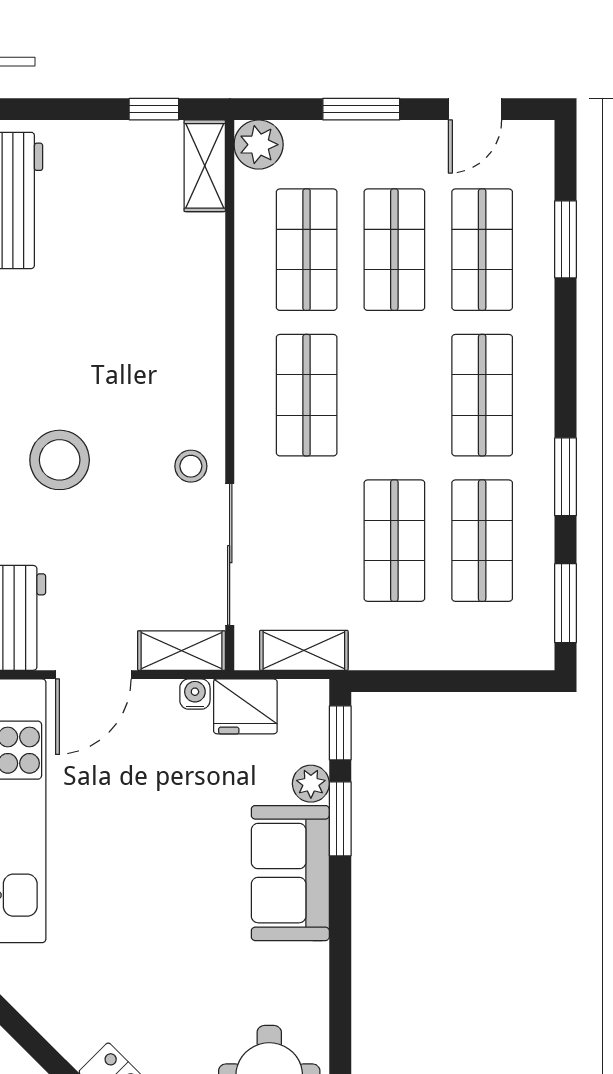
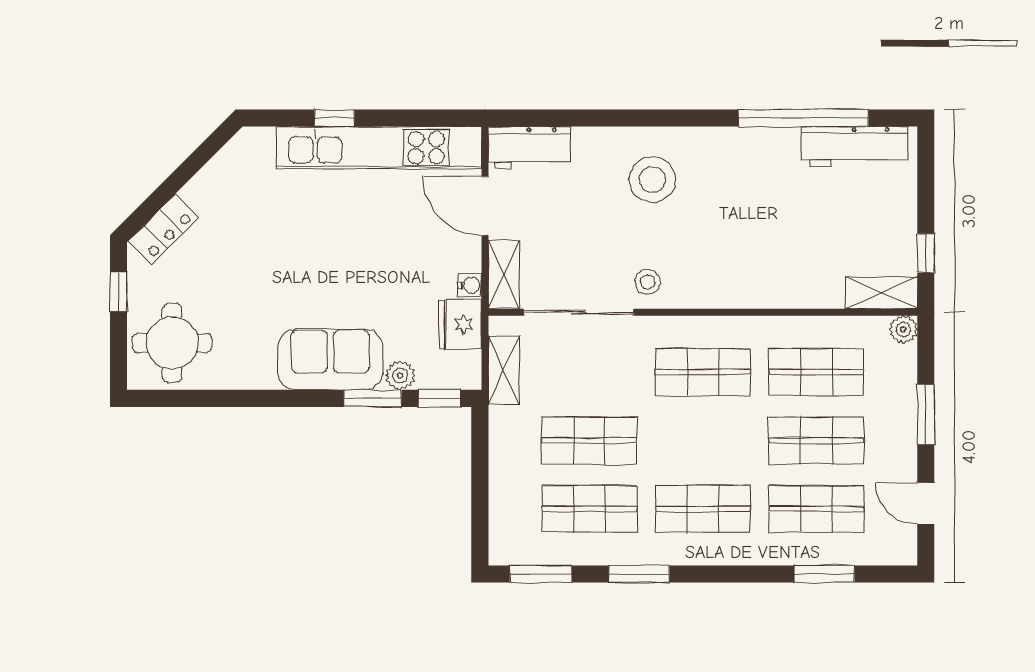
plant: (259, 145) -> (903, 329), width x0.73, depth x0.73

